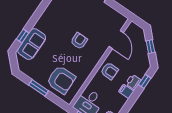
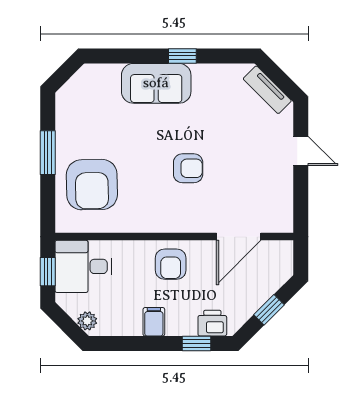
window: (23, 36) -> (182, 56), moved
sofa: (32, 44) -> (156, 83), moved
printer: (133, 82) -> (212, 323), moved

